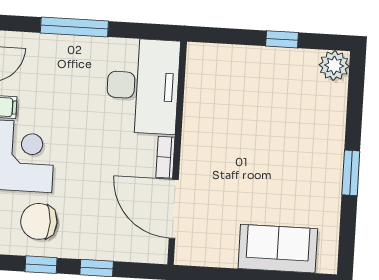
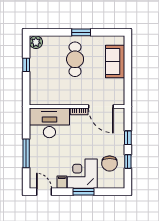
cafe table: (289, 155) -> (75, 59), added
door: (174, 209) -> (101, 107), hinge flipped

